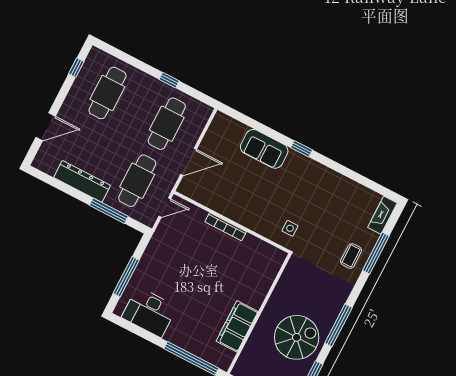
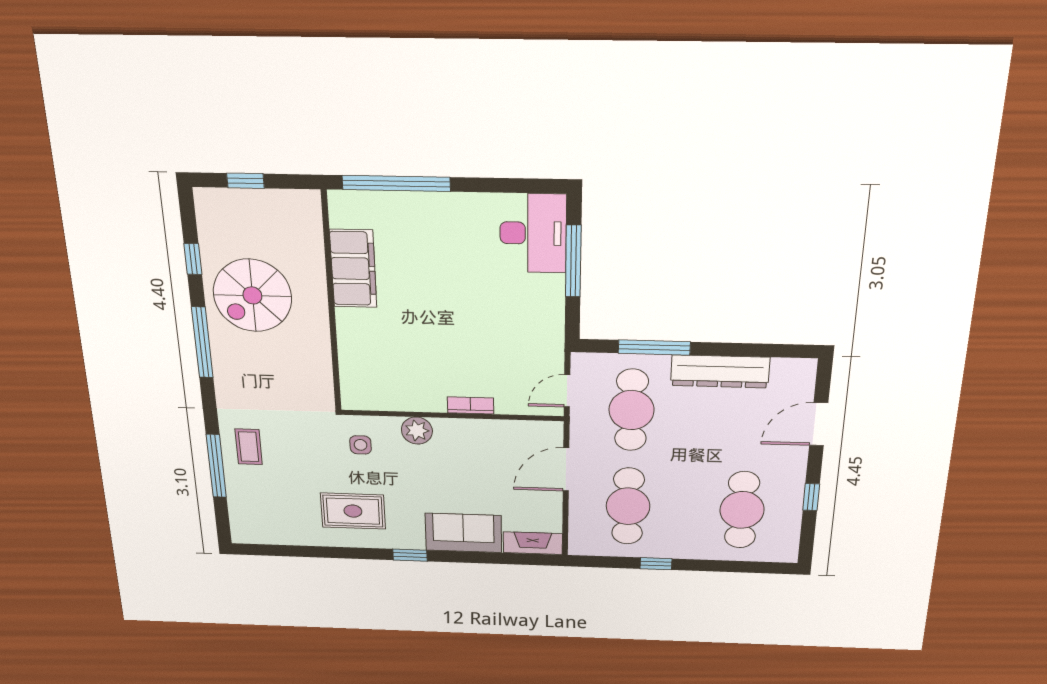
window: (76, 68) -> (811, 497), moved
rug: (317, 191) -> (353, 511), added
fireplace: (382, 215) -> (533, 543), moved, turned -90
plant: (255, 222) -> (417, 431), added
bookcase: (226, 227) -> (471, 405), width x0.64
desk: (149, 312) -> (533, 233), moved, turned 90

